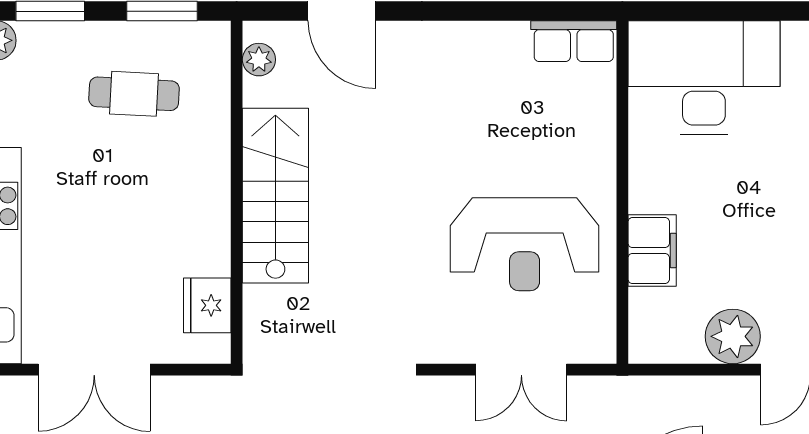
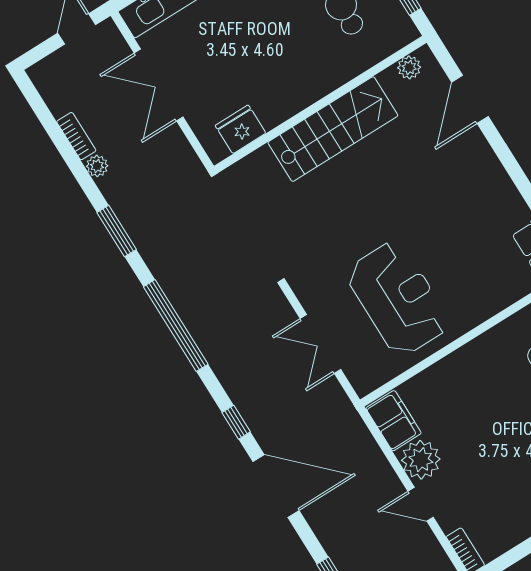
reception desk: (525, 244) -> (398, 298), turned 180
filing cabinet: (652, 251) -> (394, 421), moved, turned -90

